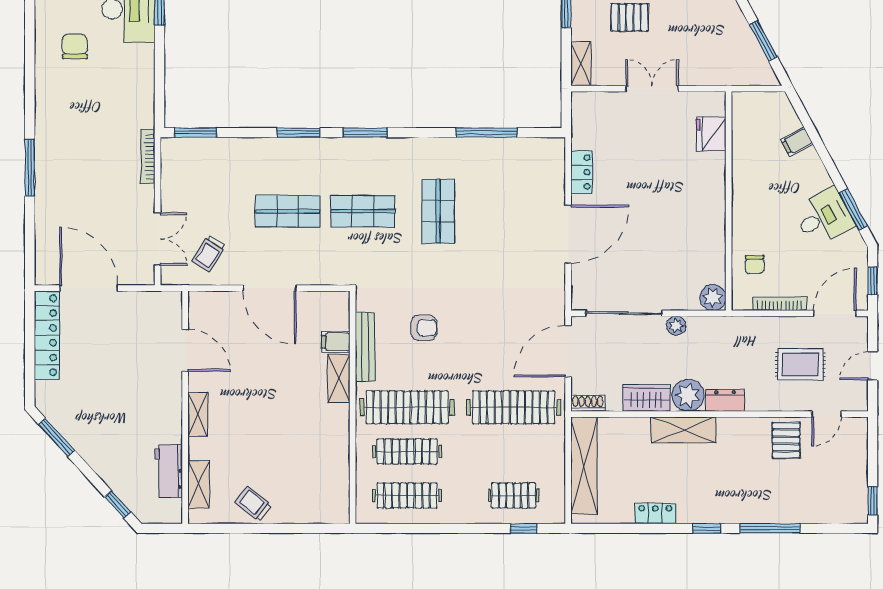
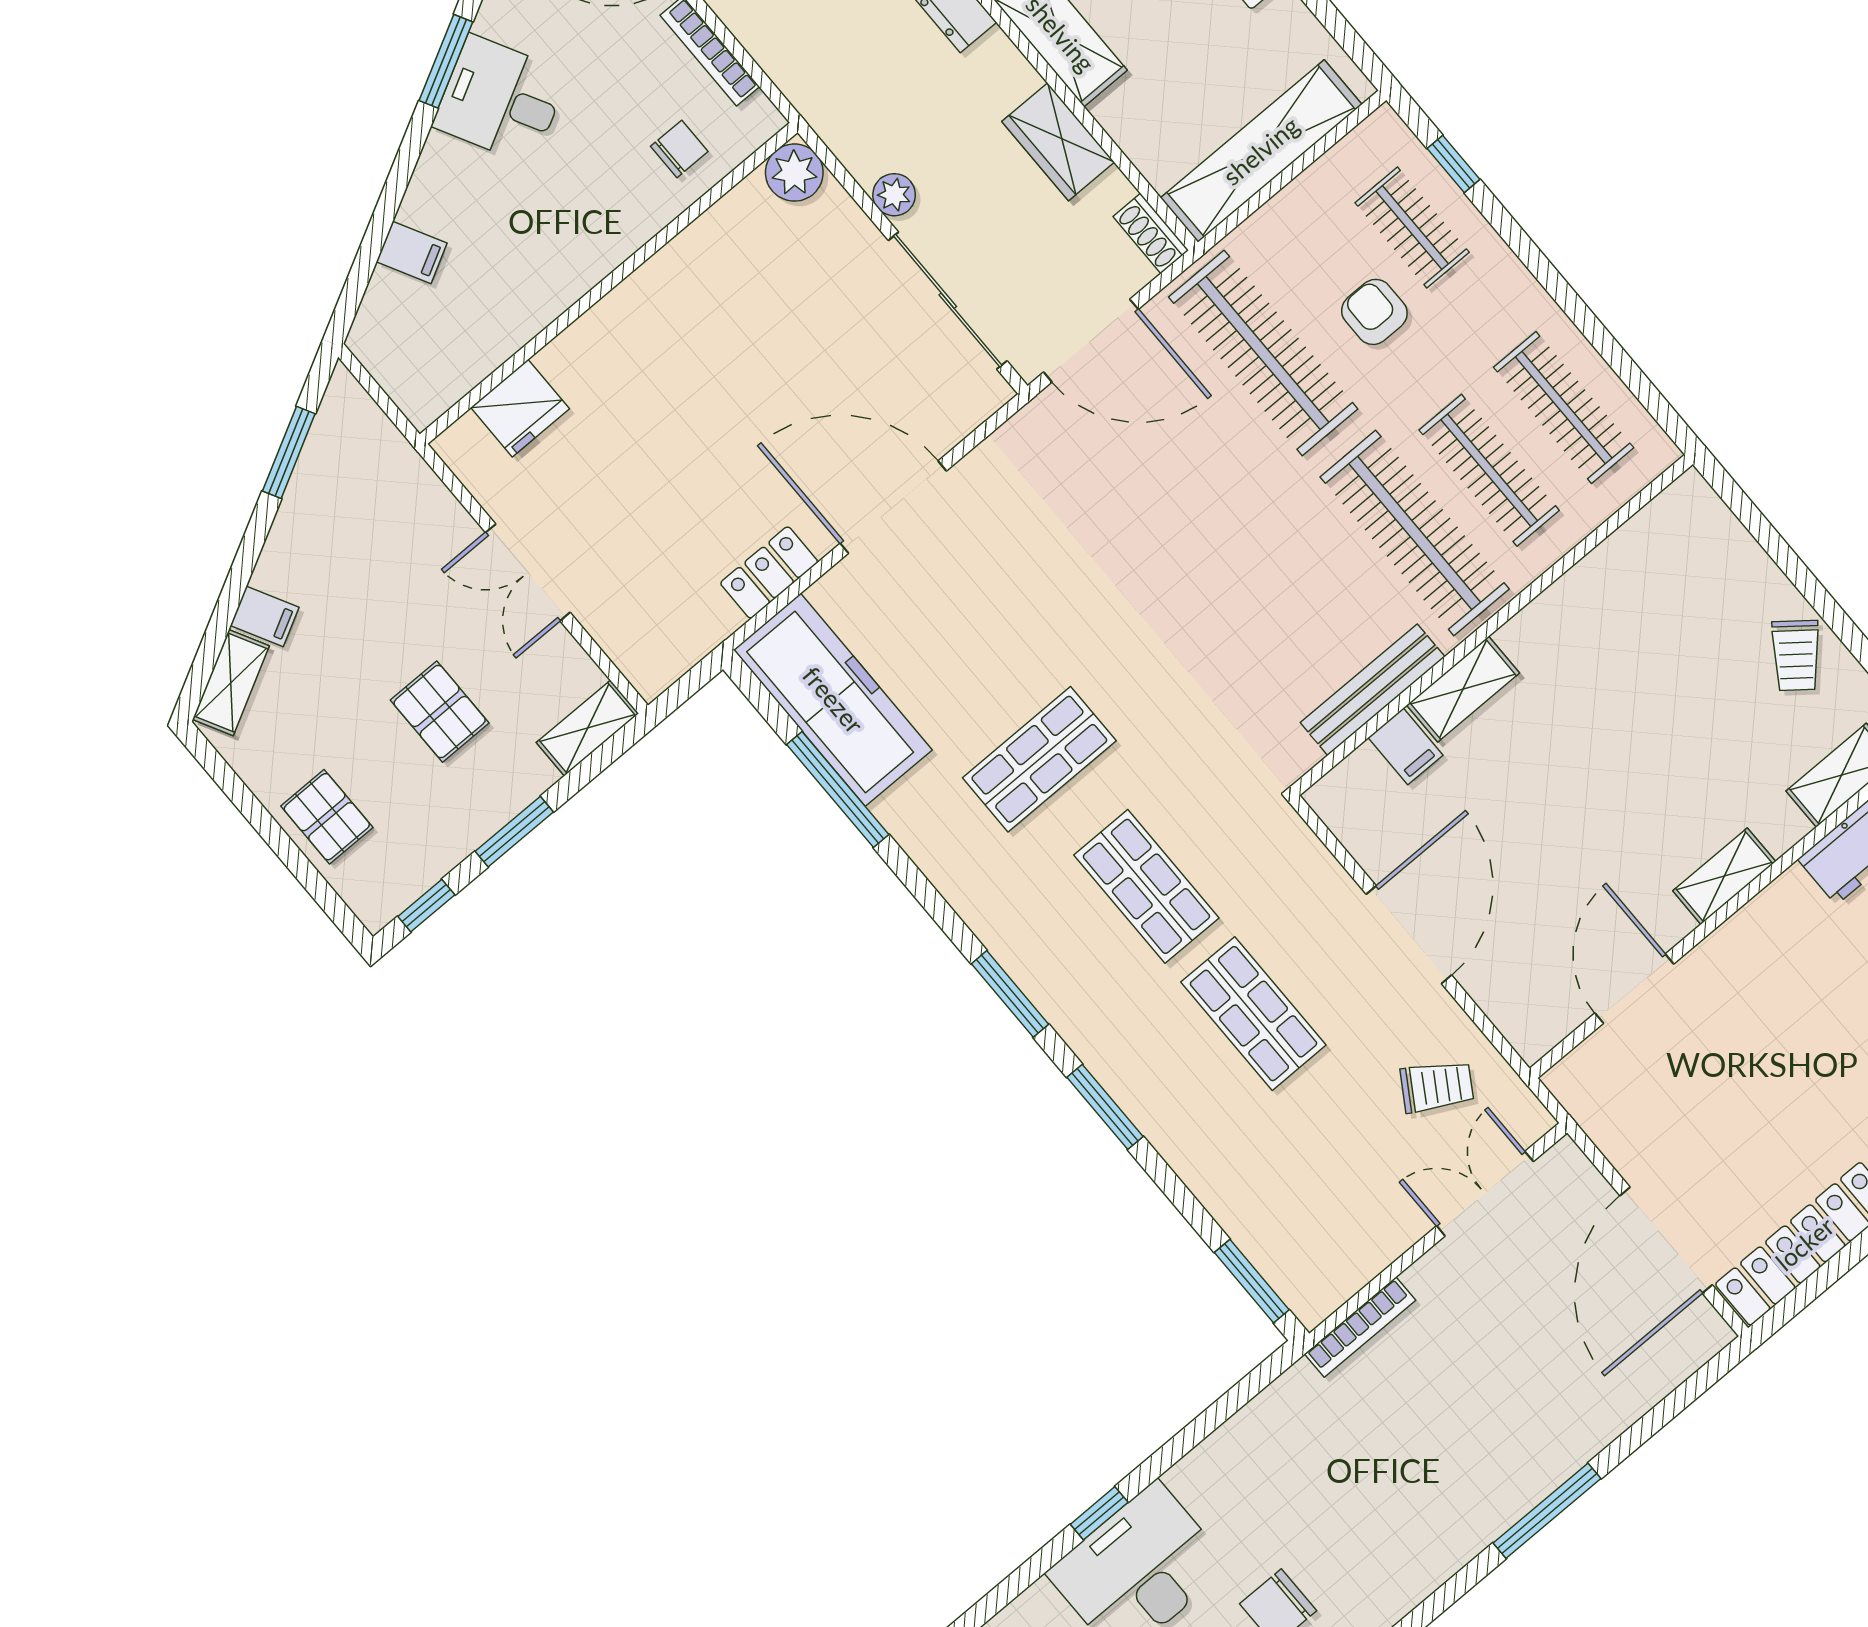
freezer: (519, 157) -> (833, 700), added
armchair: (424, 328) -> (1374, 312), moved
plant: (688, 395) -> (995, 75), removed

